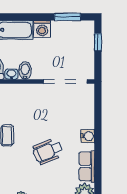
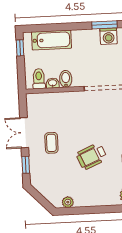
washing machine: (42, 29) -> (109, 36), moved

